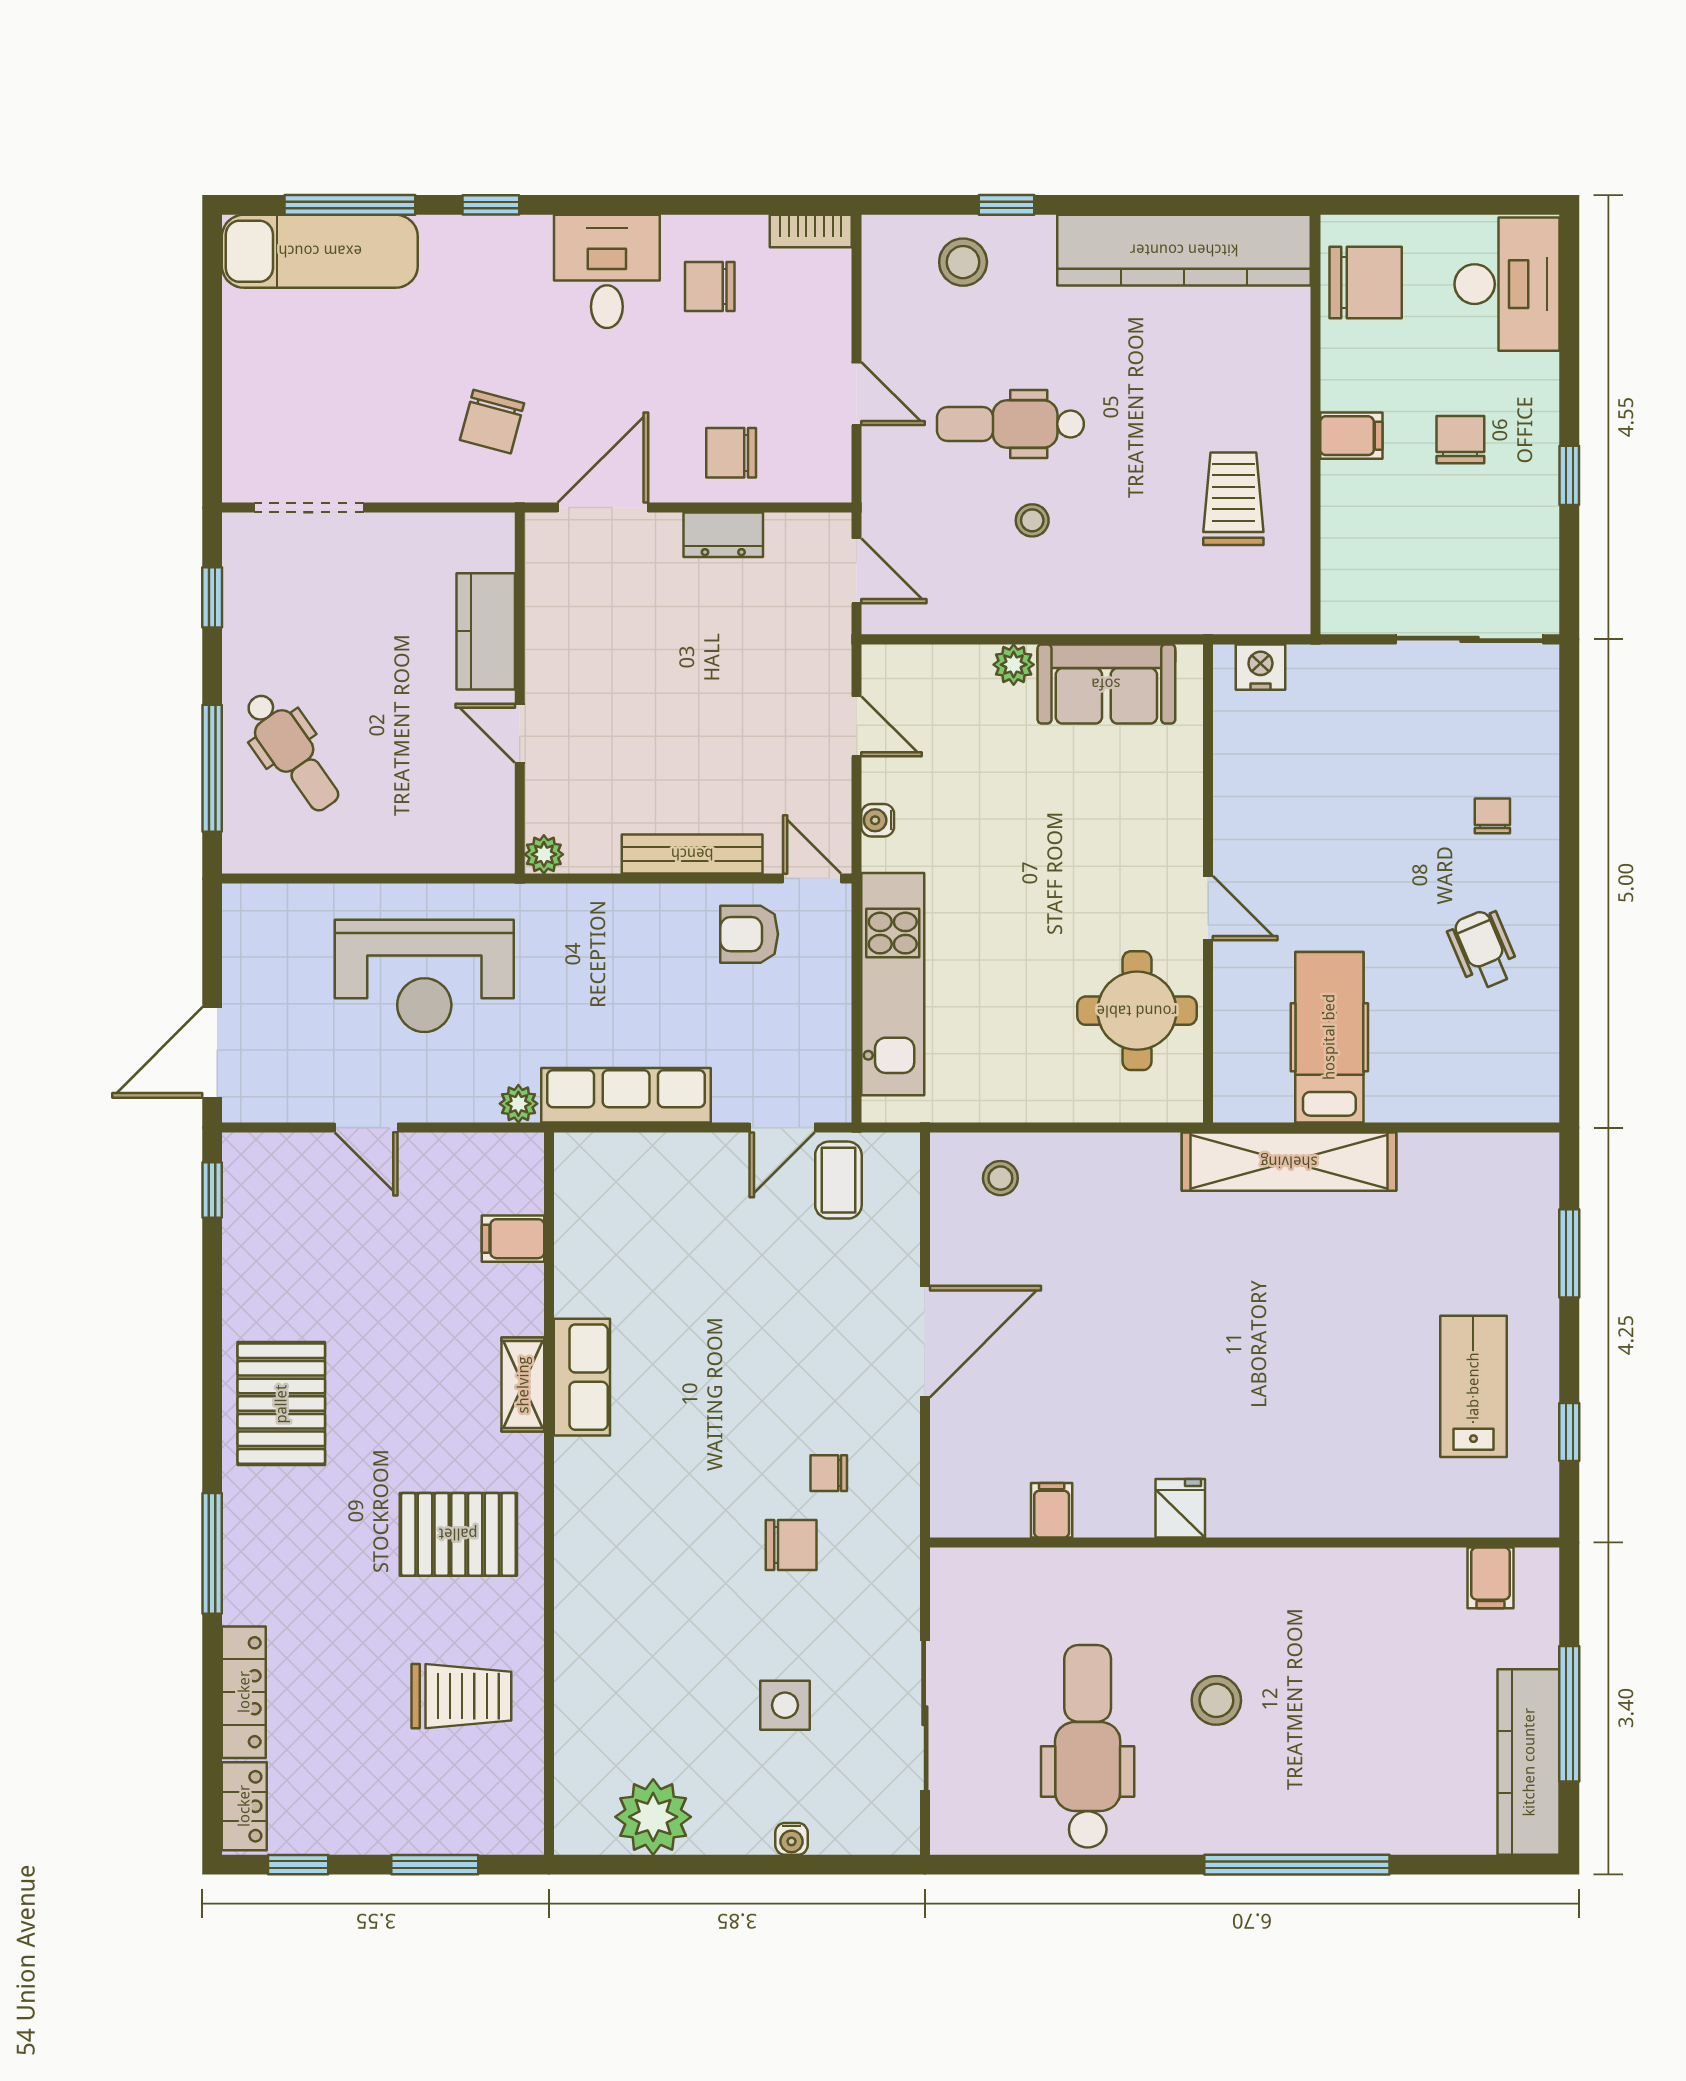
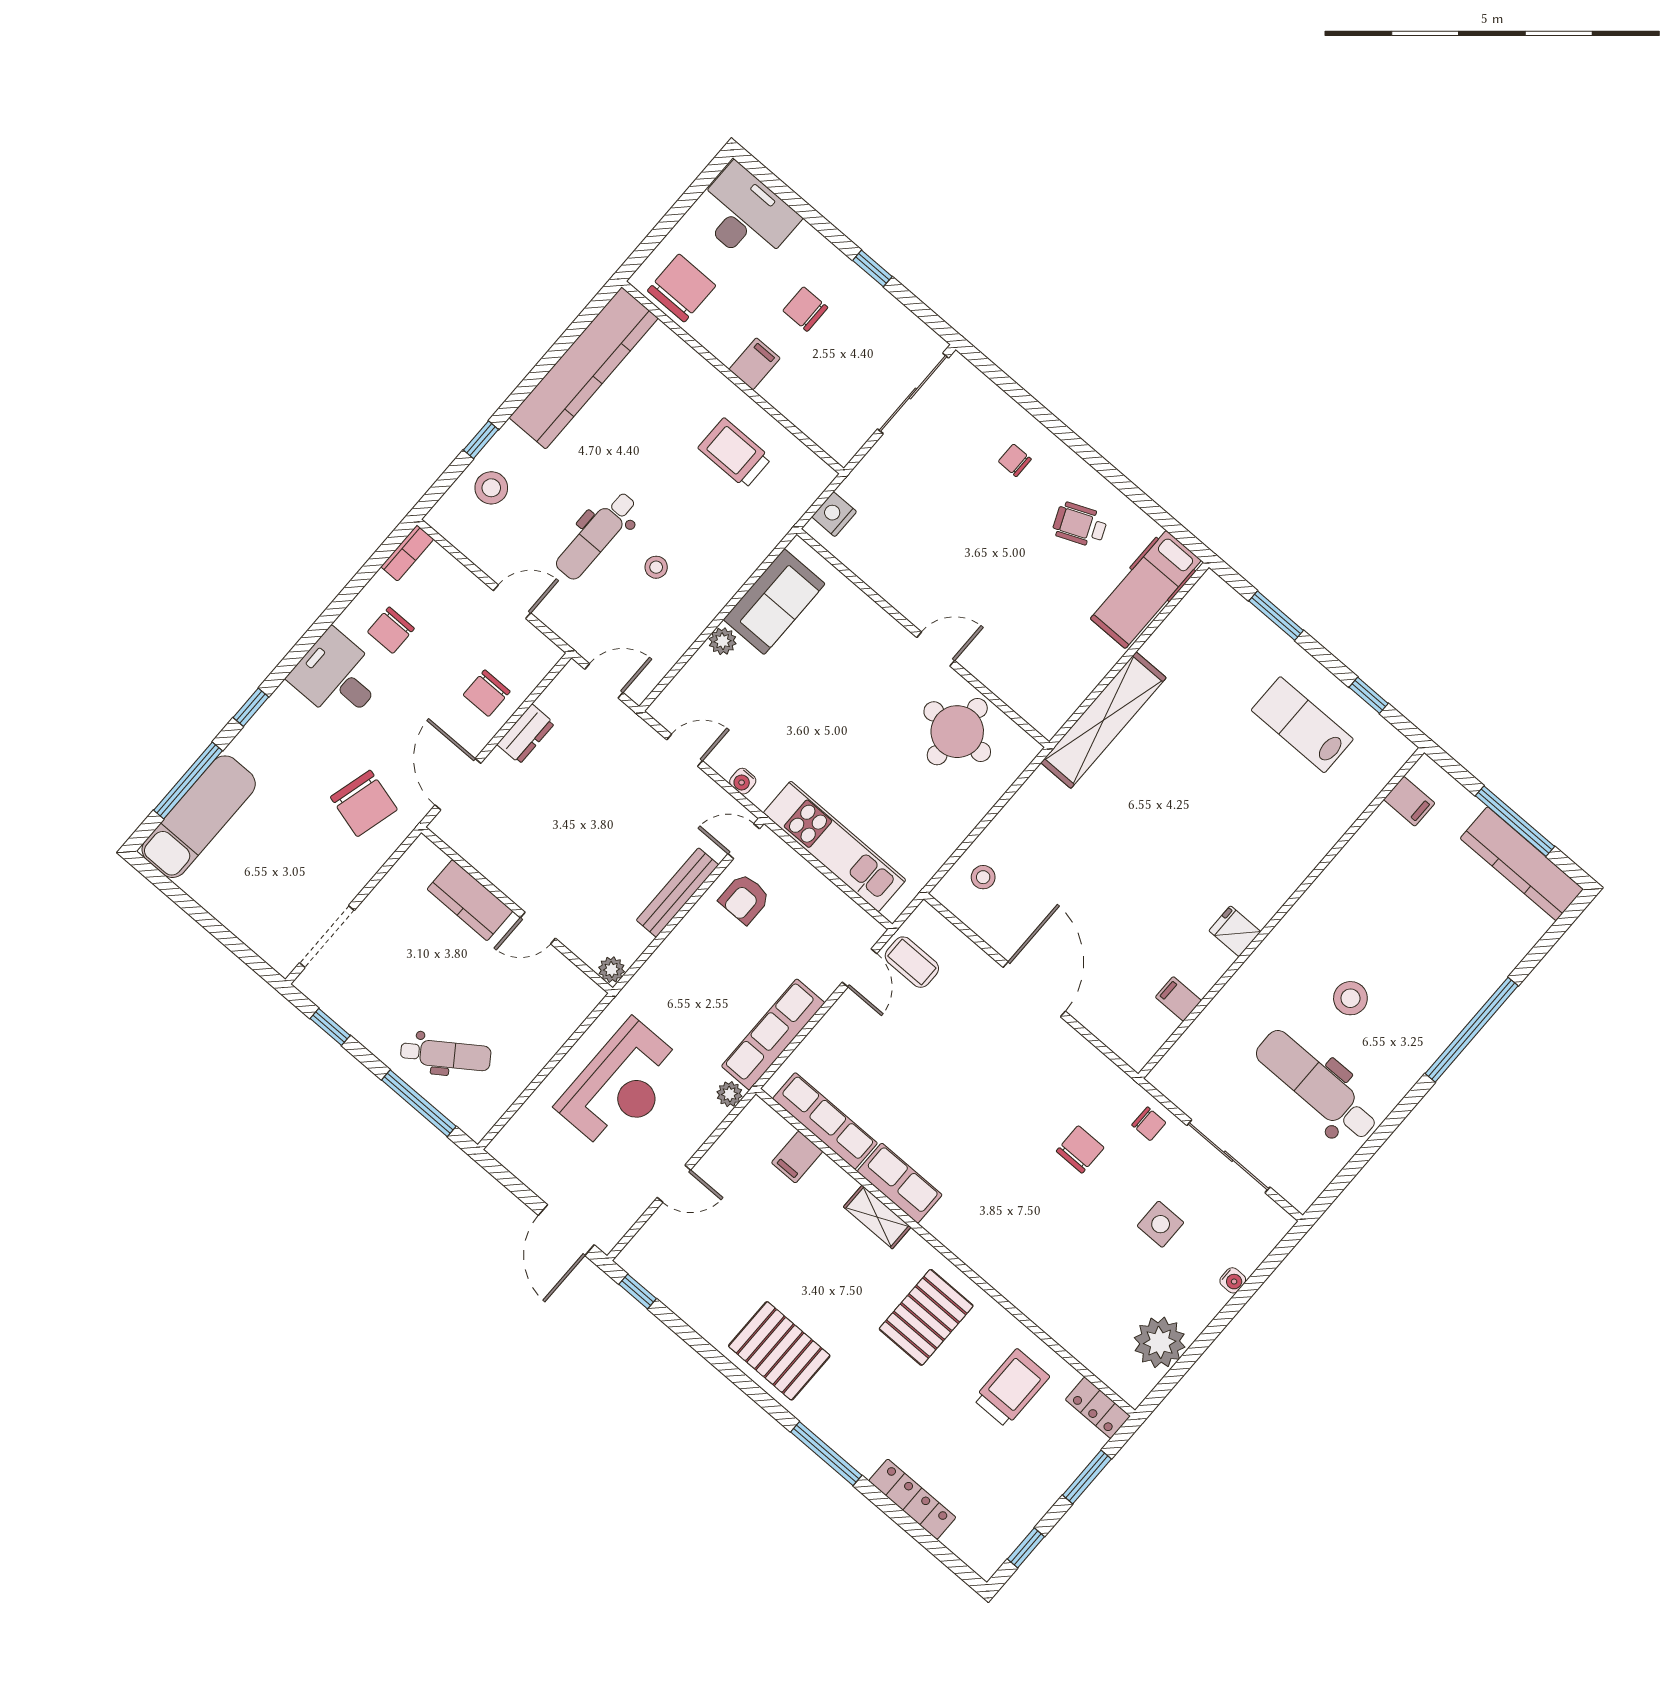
chair: (492, 422) -> (364, 803), width x1.37, depth x1.37
hospital bed: (1329, 1037) -> (1146, 589), moved, turned -90
row of seats: (580, 1235) -> (825, 1121), added
chair: (829, 1473) -> (1149, 1124), moved, turned -90
locker: (244, 1806) -> (1098, 1408), moved, turned 180

